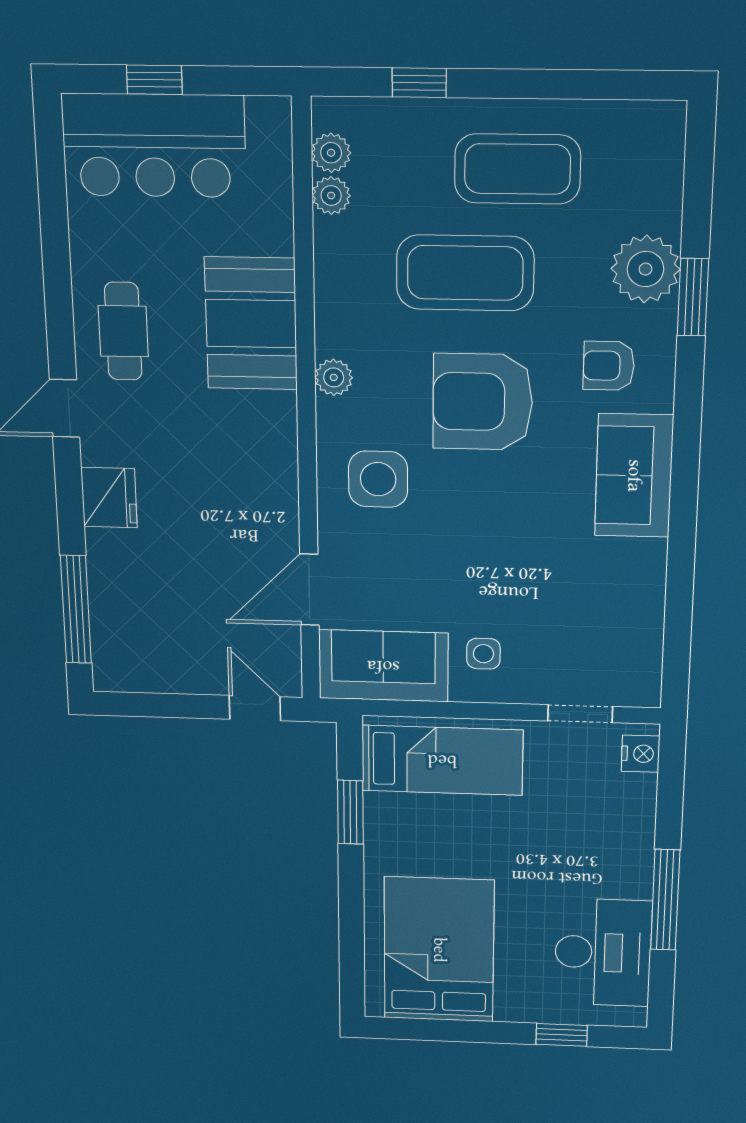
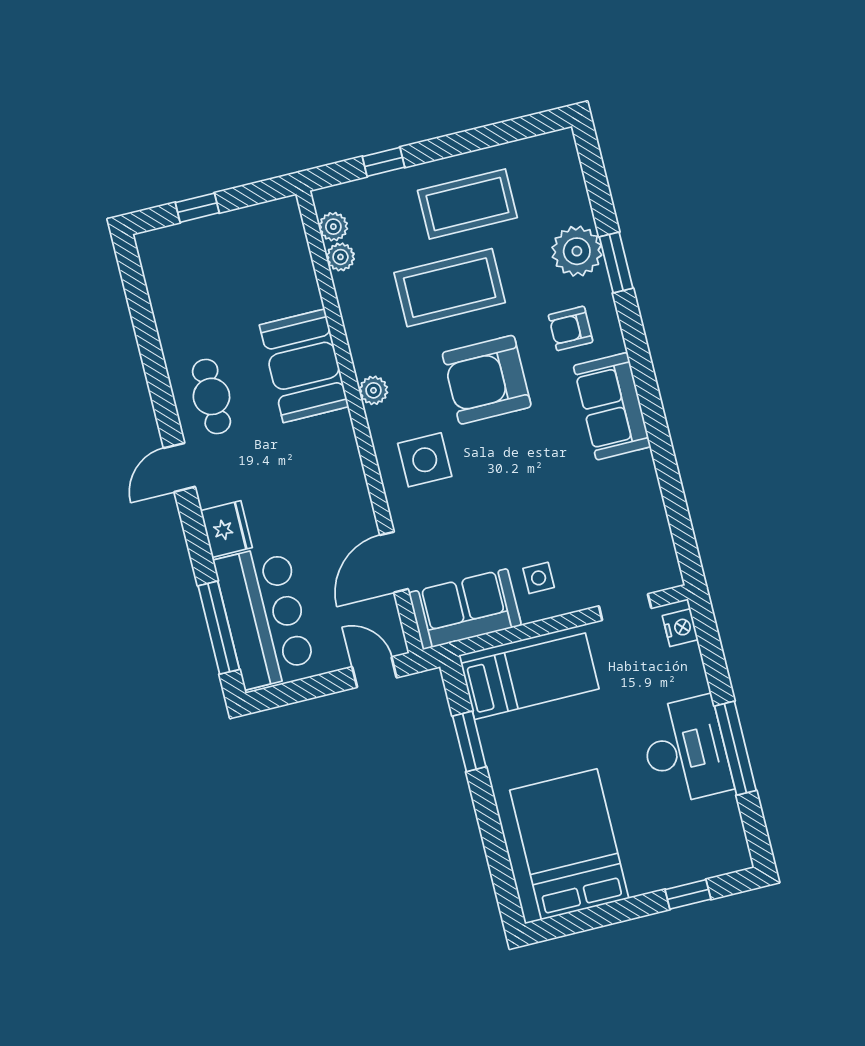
bar counter: (154, 146) -> (265, 616), moved, turned -90
desk: (603, 953) -> (685, 750), moved

